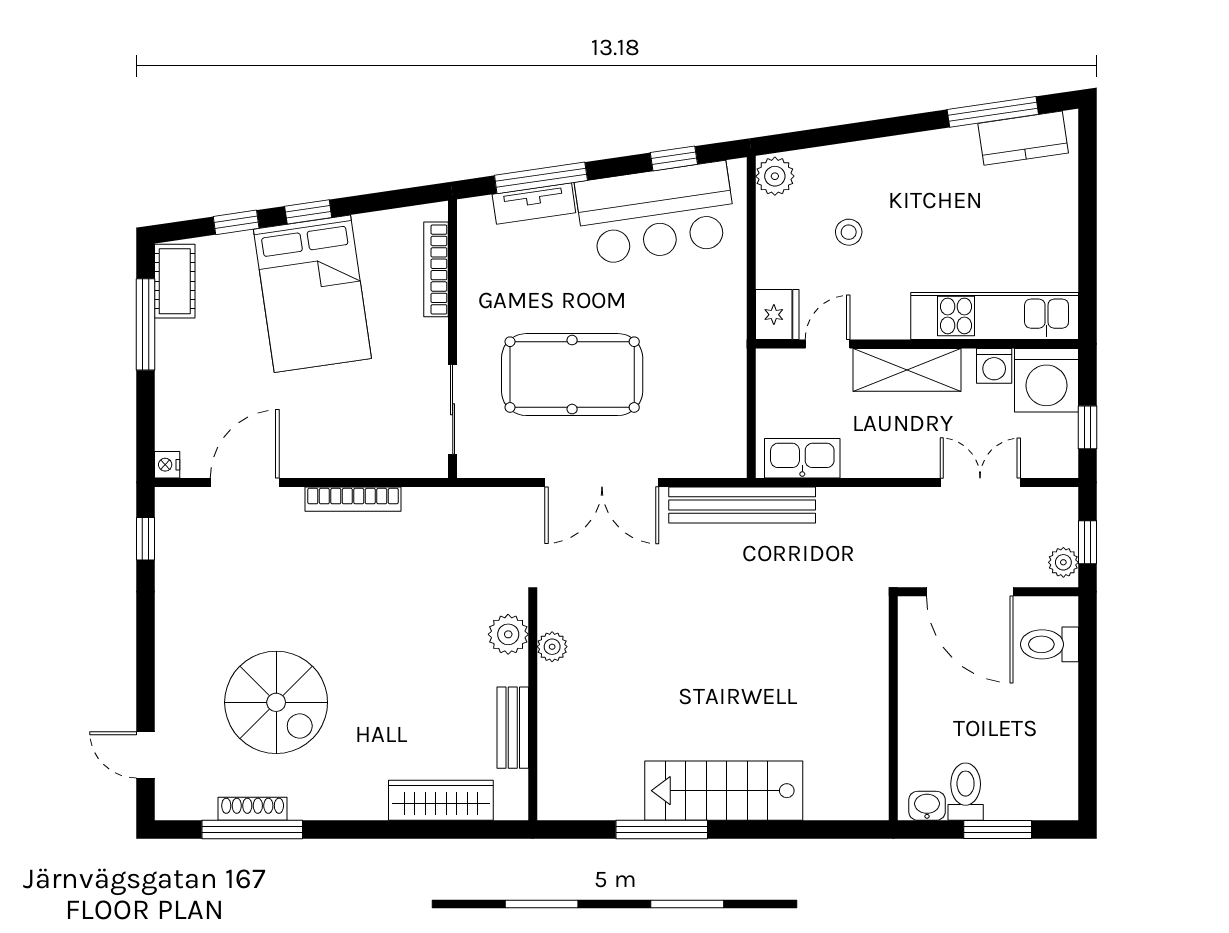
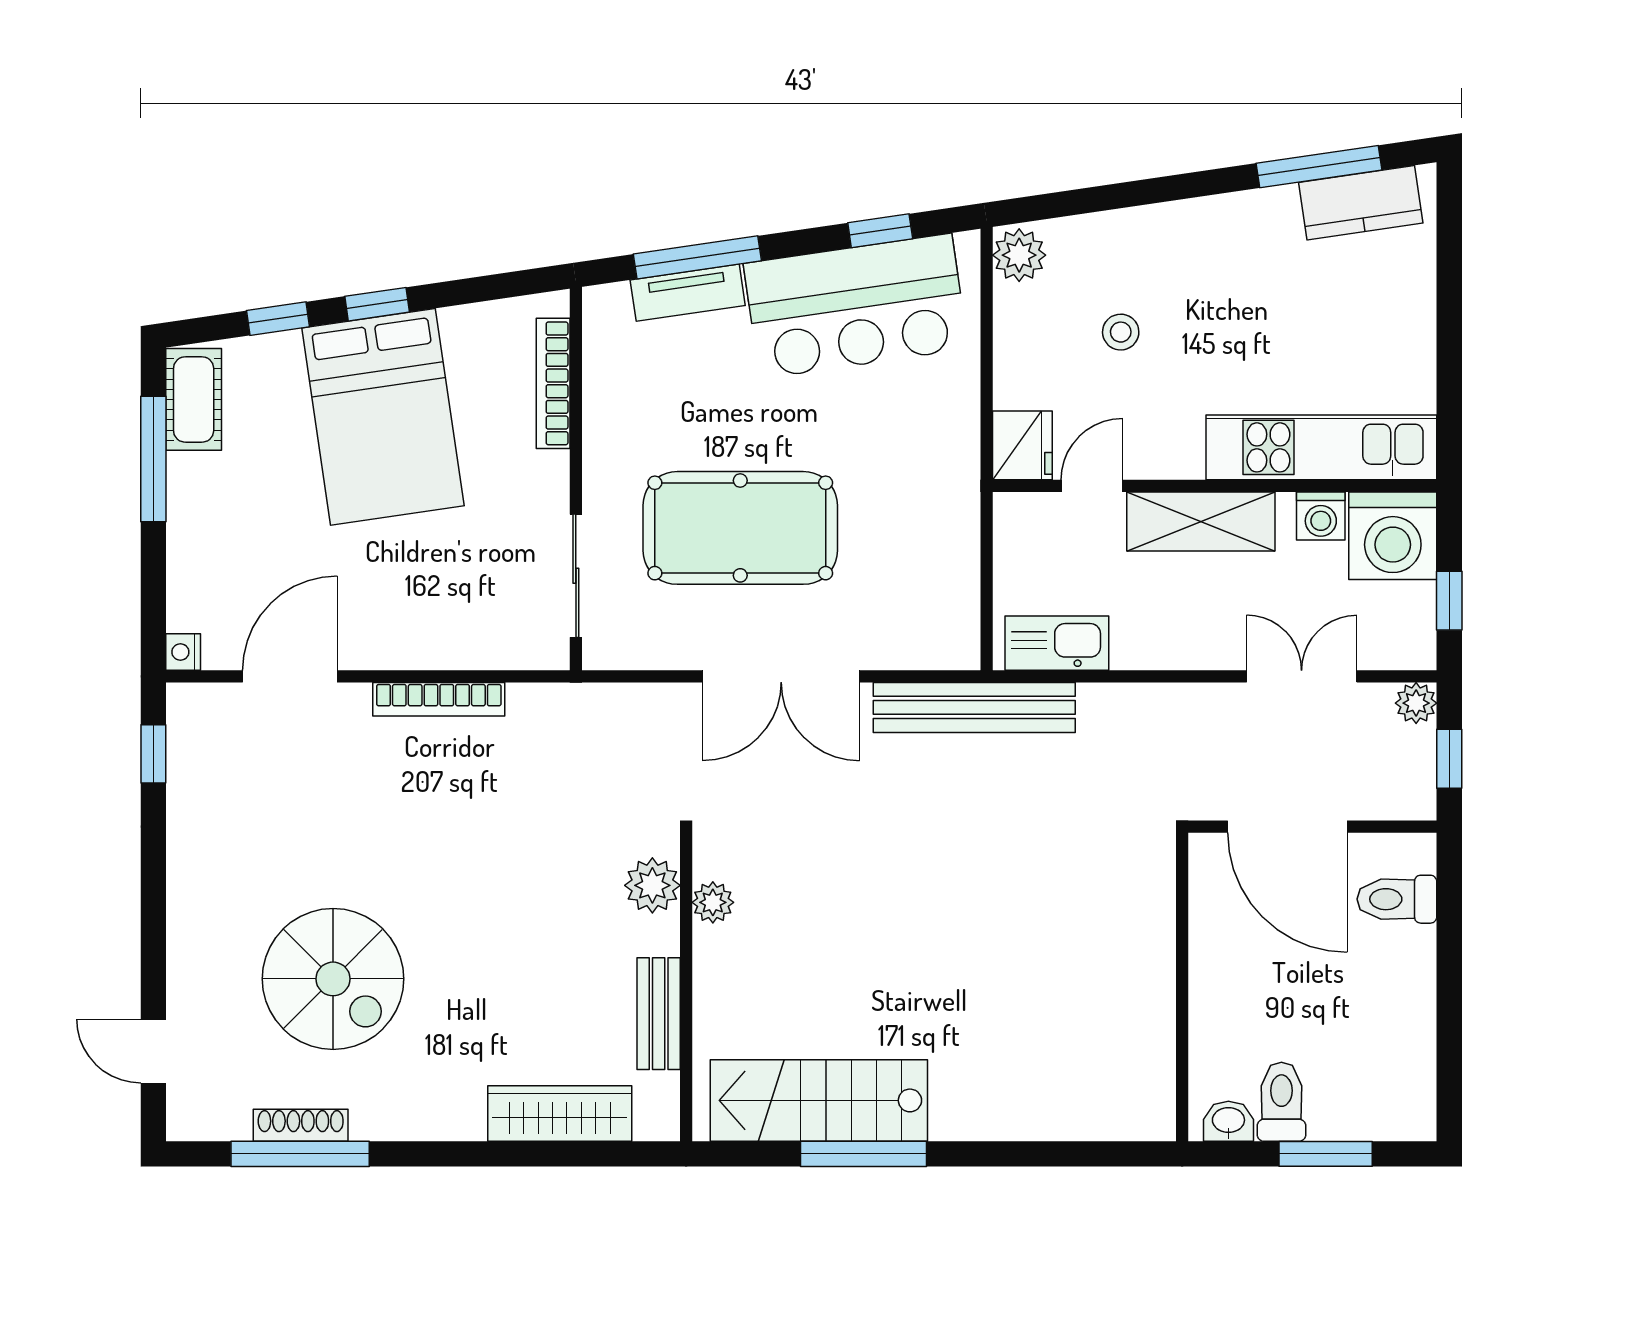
plant: (1063, 562) -> (1416, 703), moved
stairs: (724, 791) -> (819, 1100), moved

